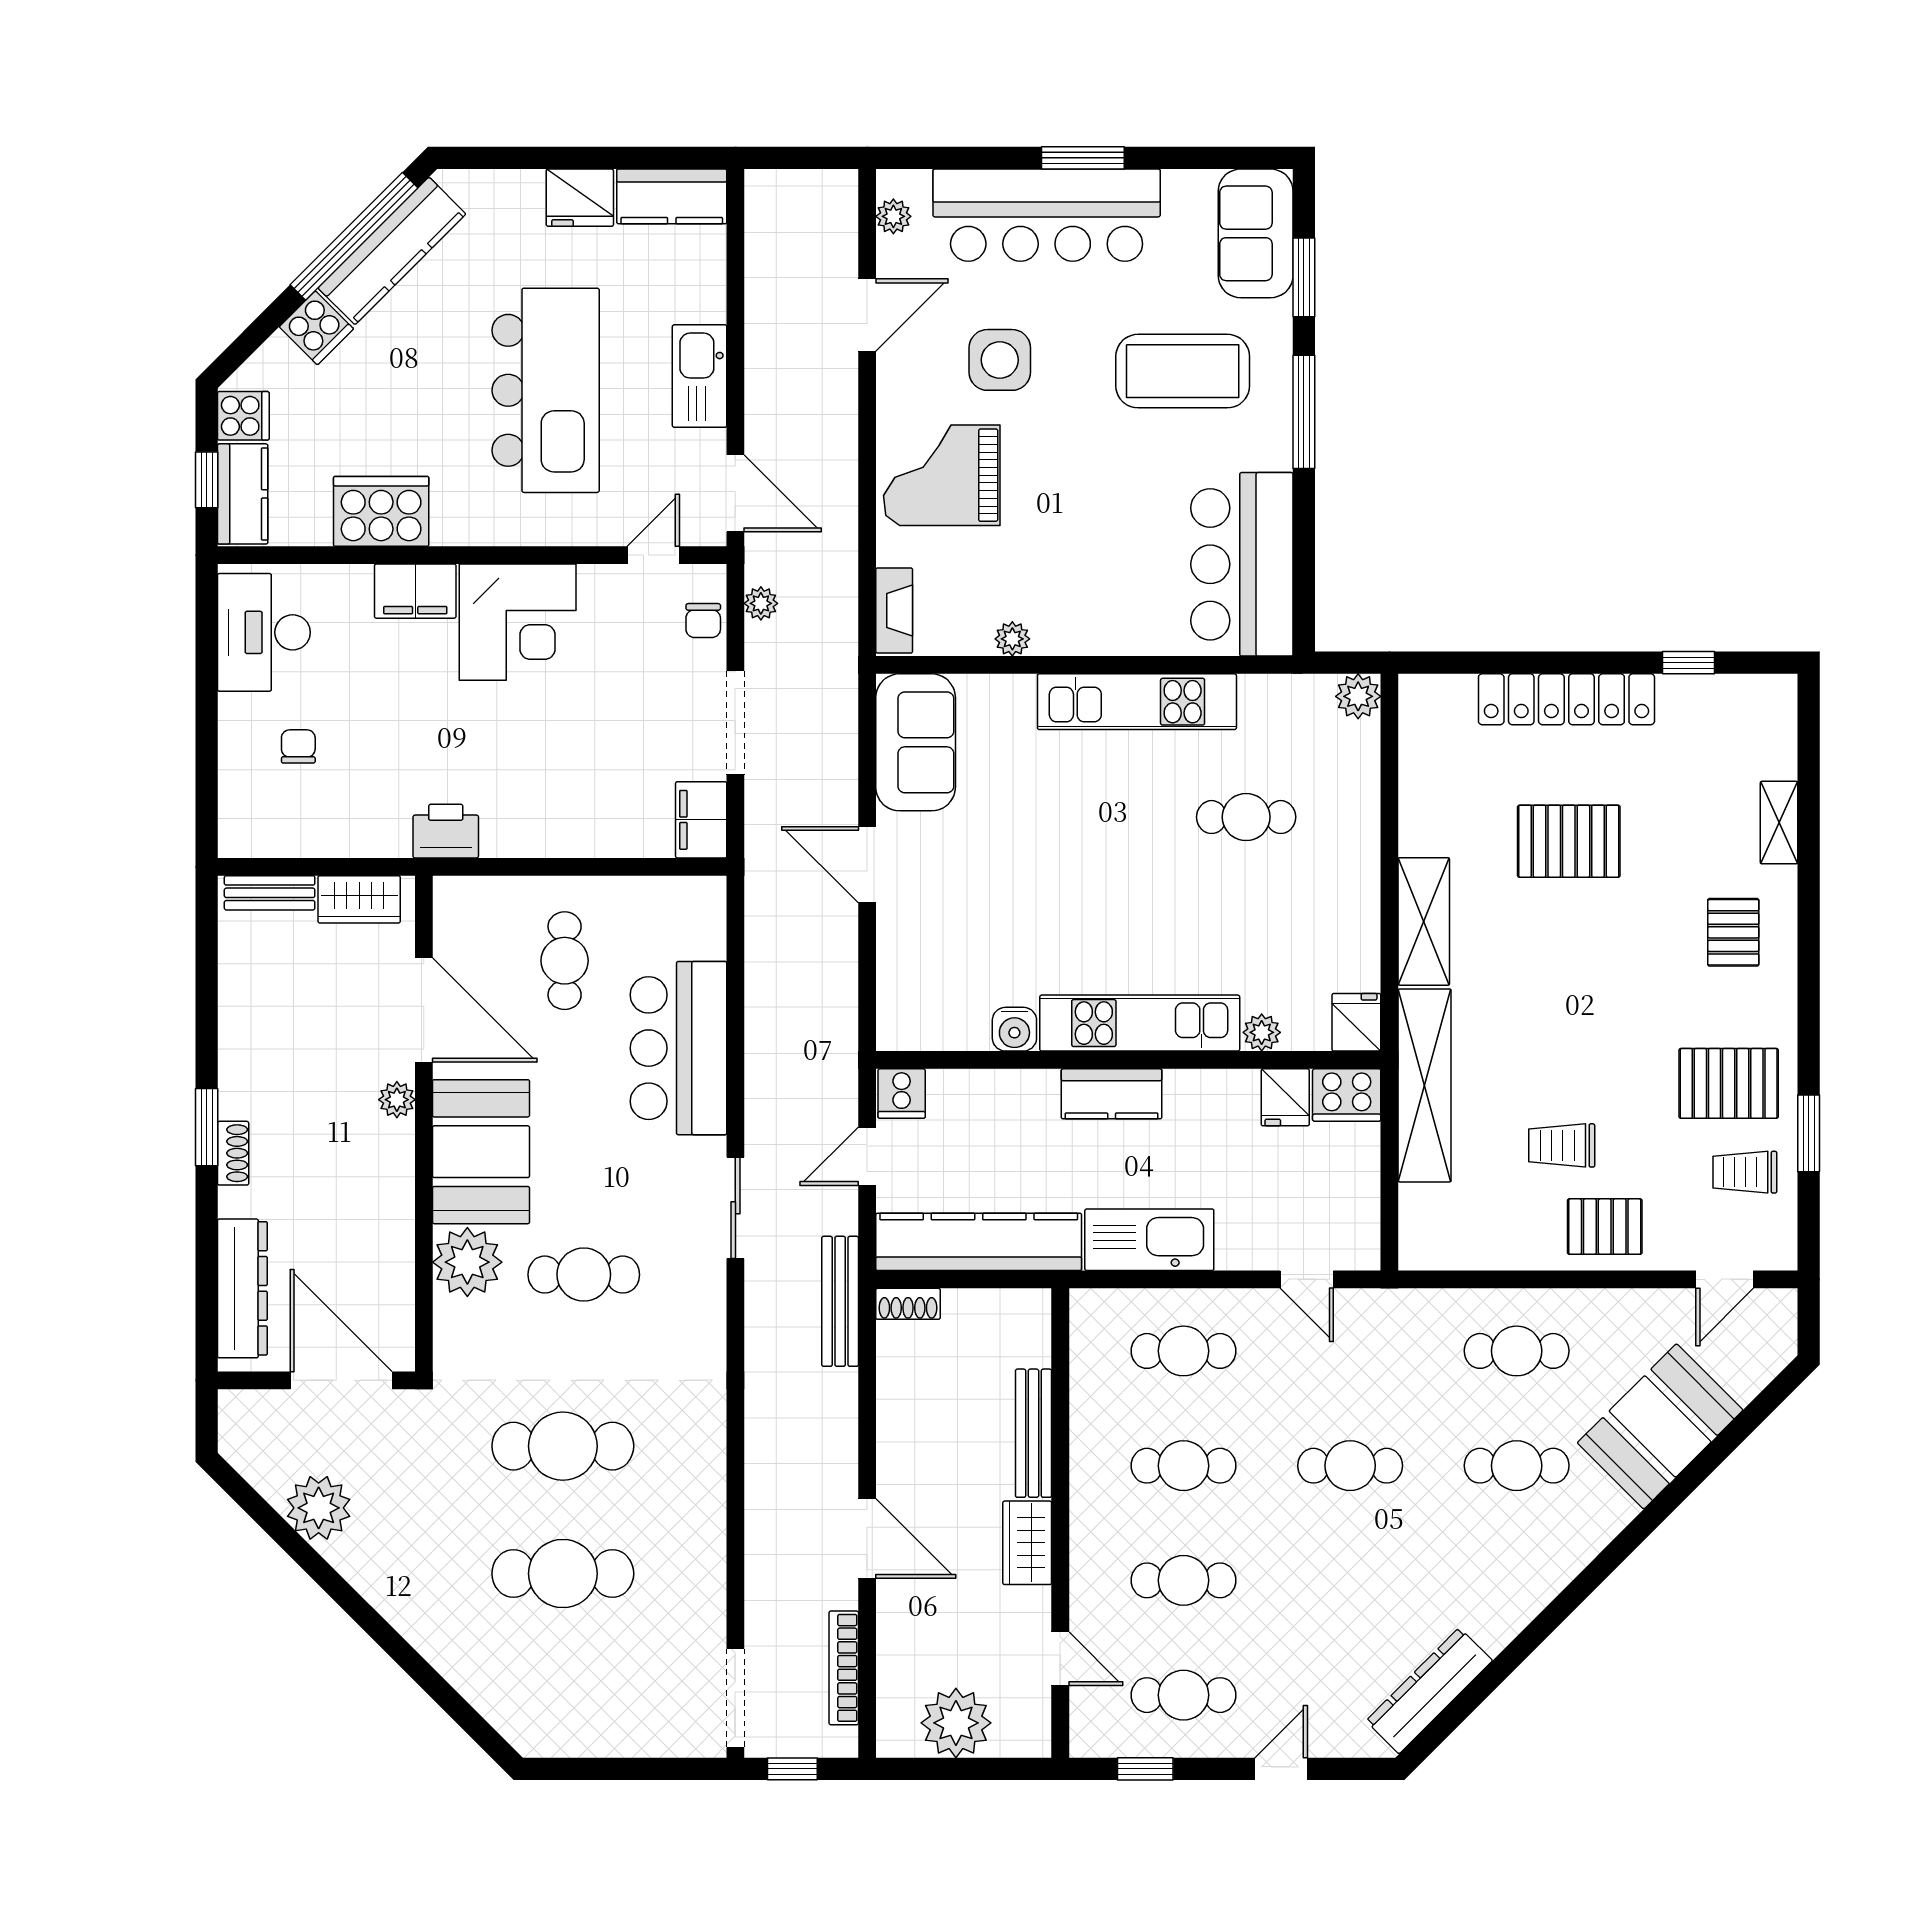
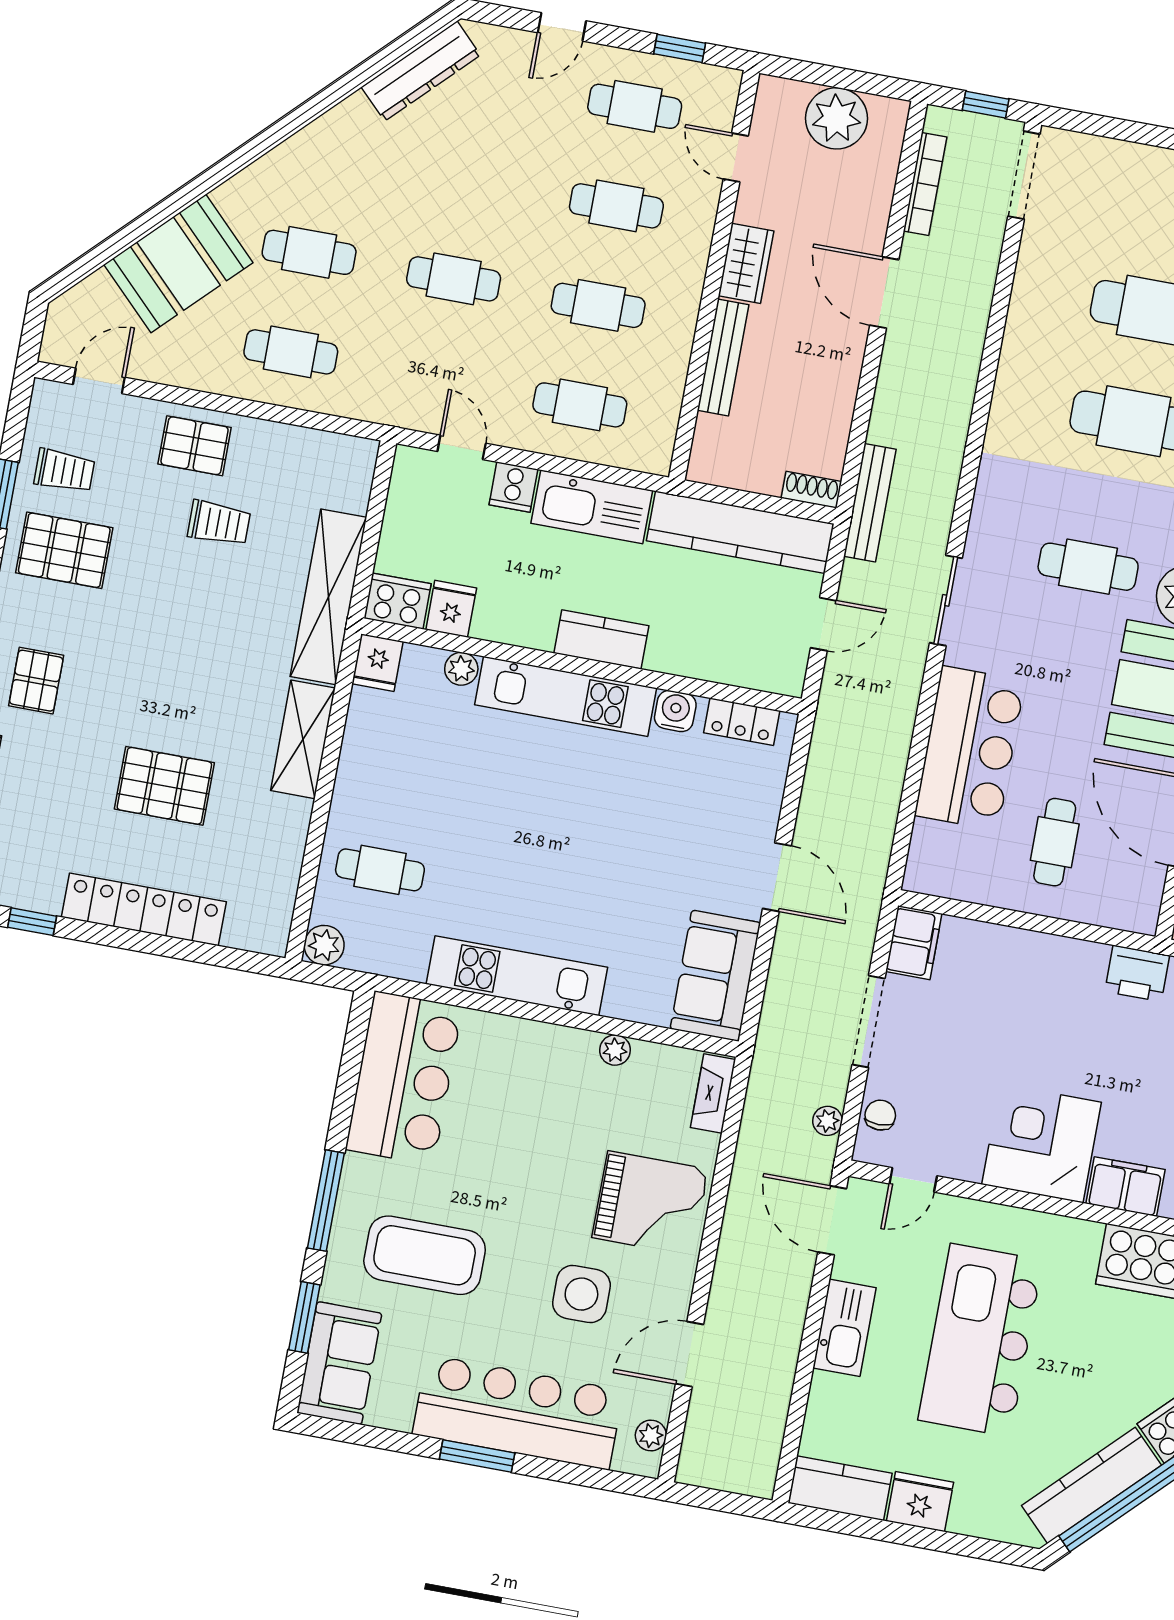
cafe table: (1246, 817) -> (380, 870), moved
locker: (938, 1031) -> (742, 722), added
cooker: (902, 1094) -> (513, 487), moved, turned 180

